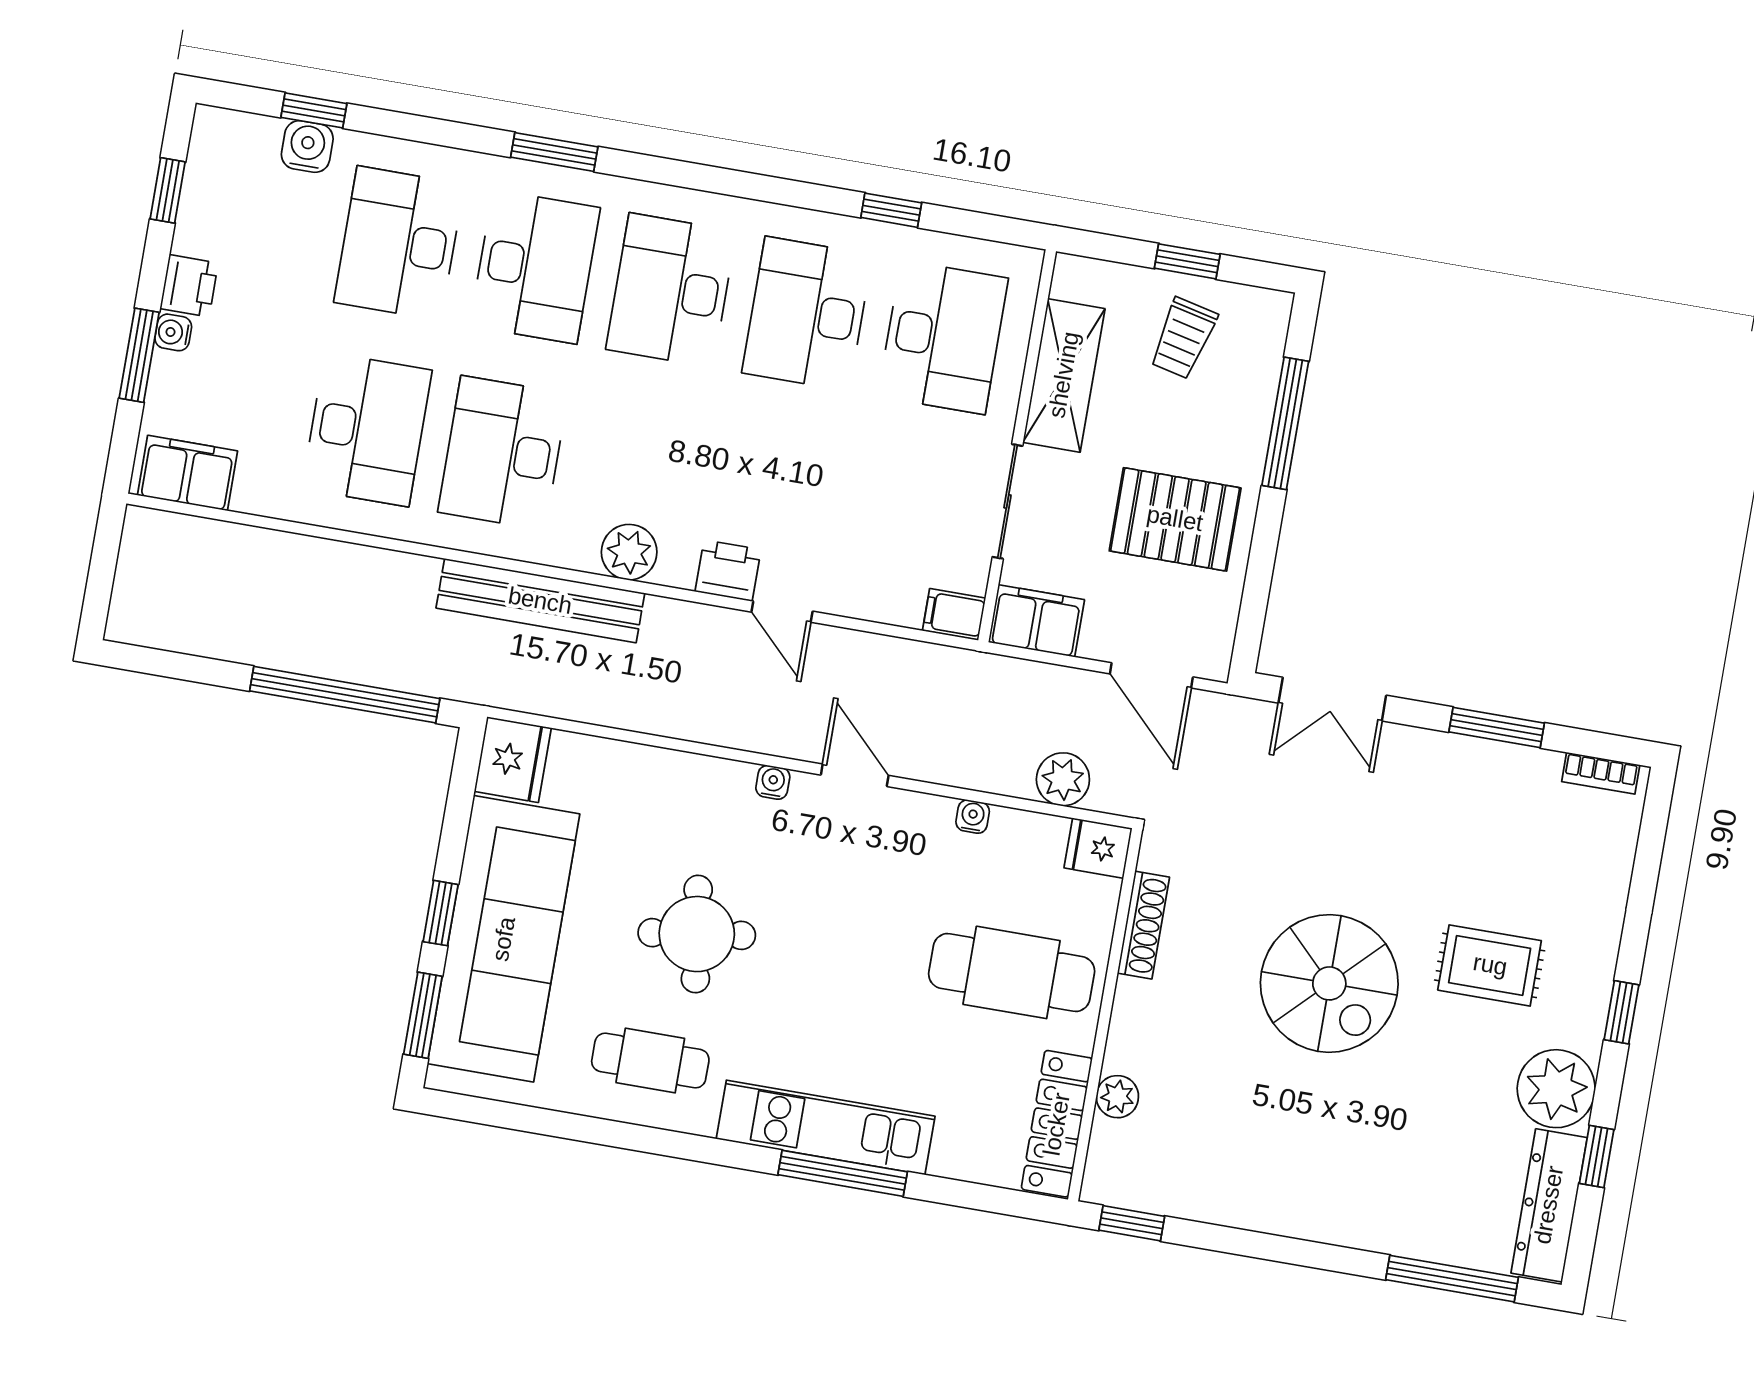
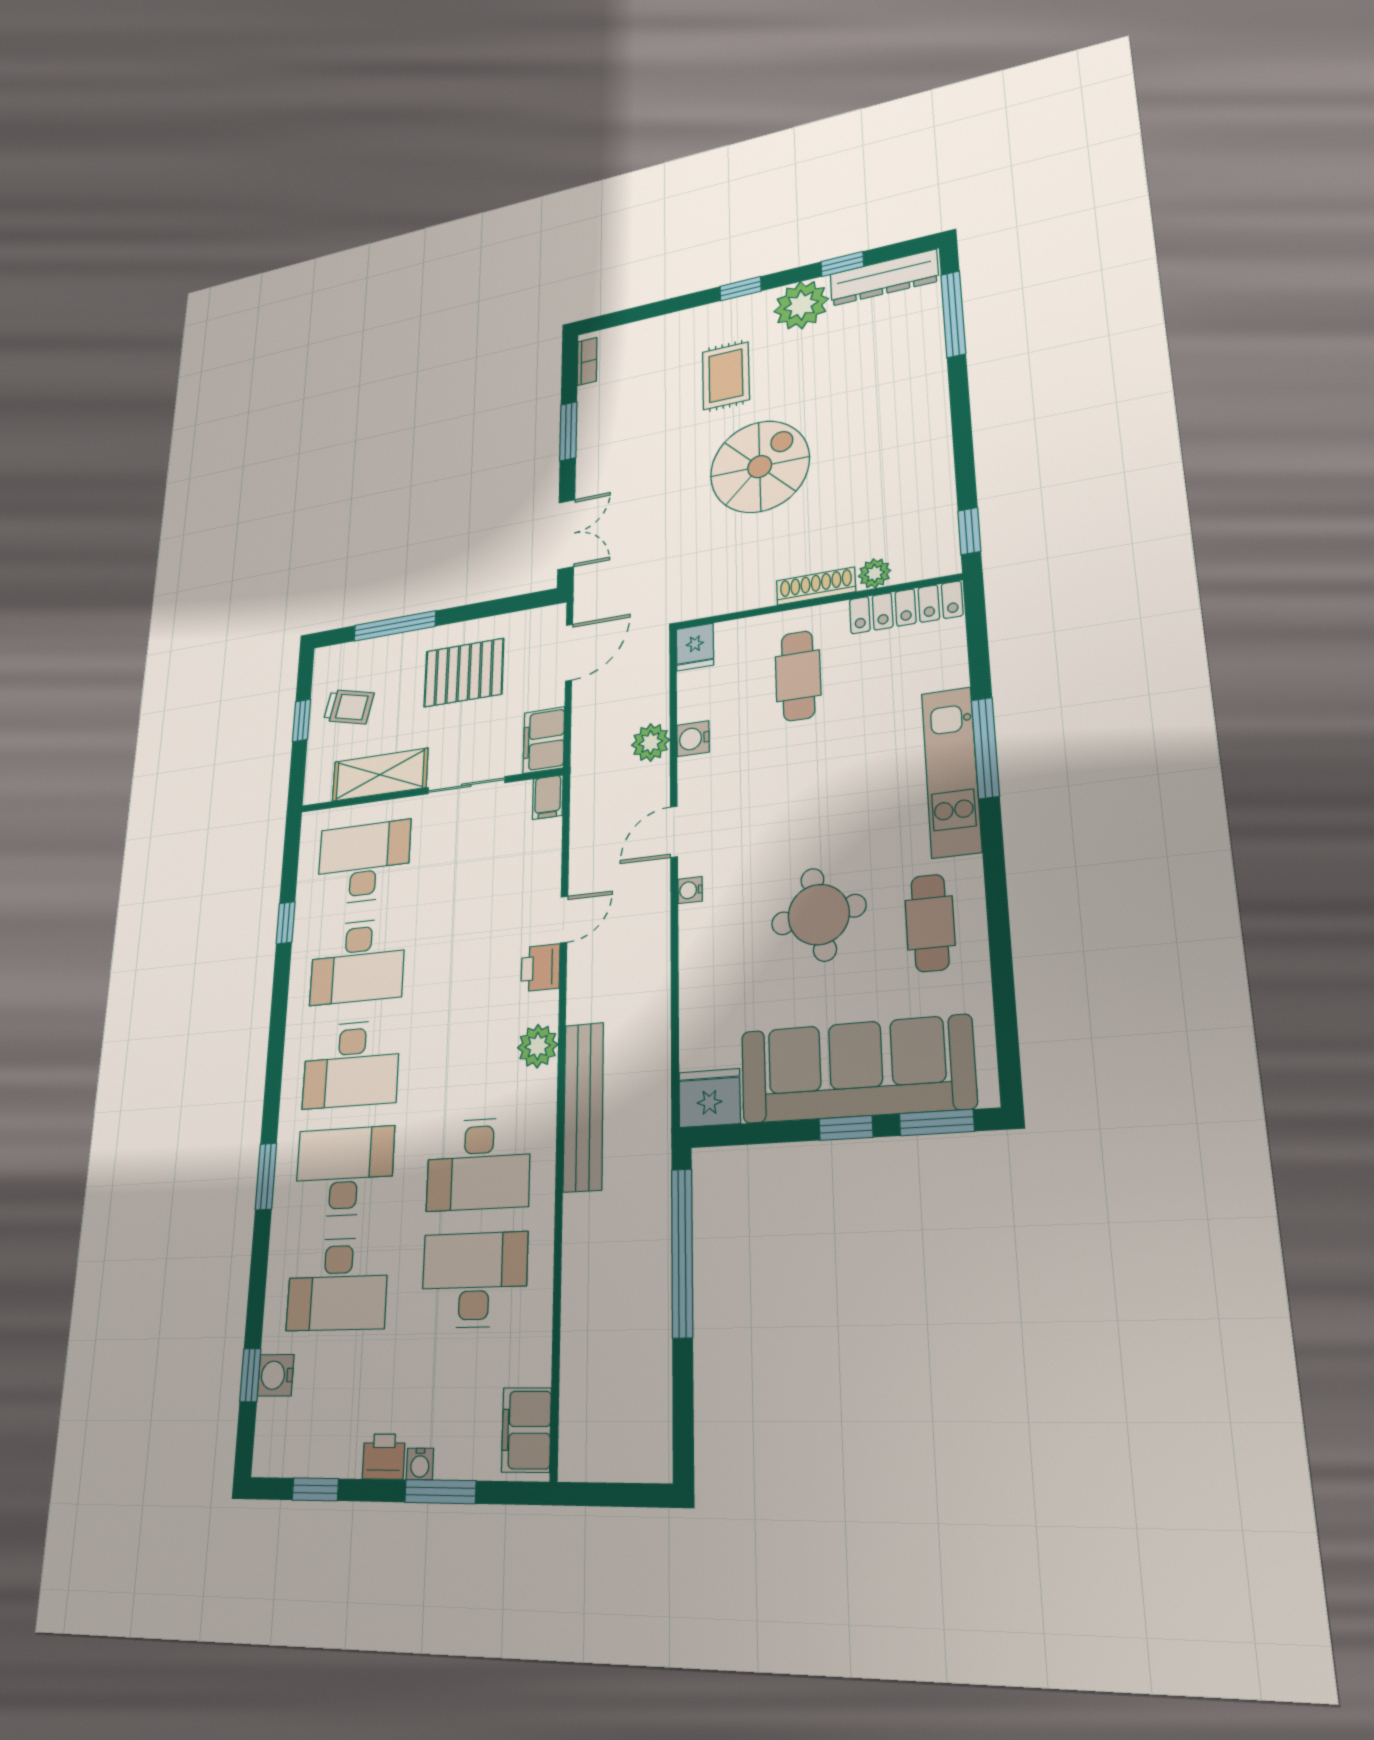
pallet: (1175, 519) -> (464, 673), turned 90
plant: (1063, 779) -> (651, 742), moved
water cooler: (973, 817) -> (693, 739), width x1.38, depth x1.38
shoe rack: (1143, 925) -> (816, 586), moved
cafe table: (1012, 972) -> (798, 676), width x0.73, depth x0.74

